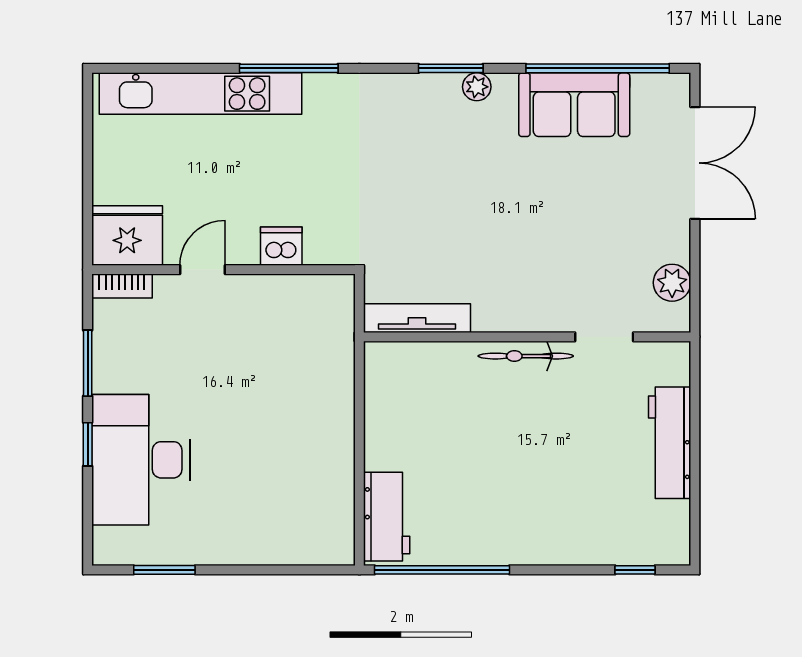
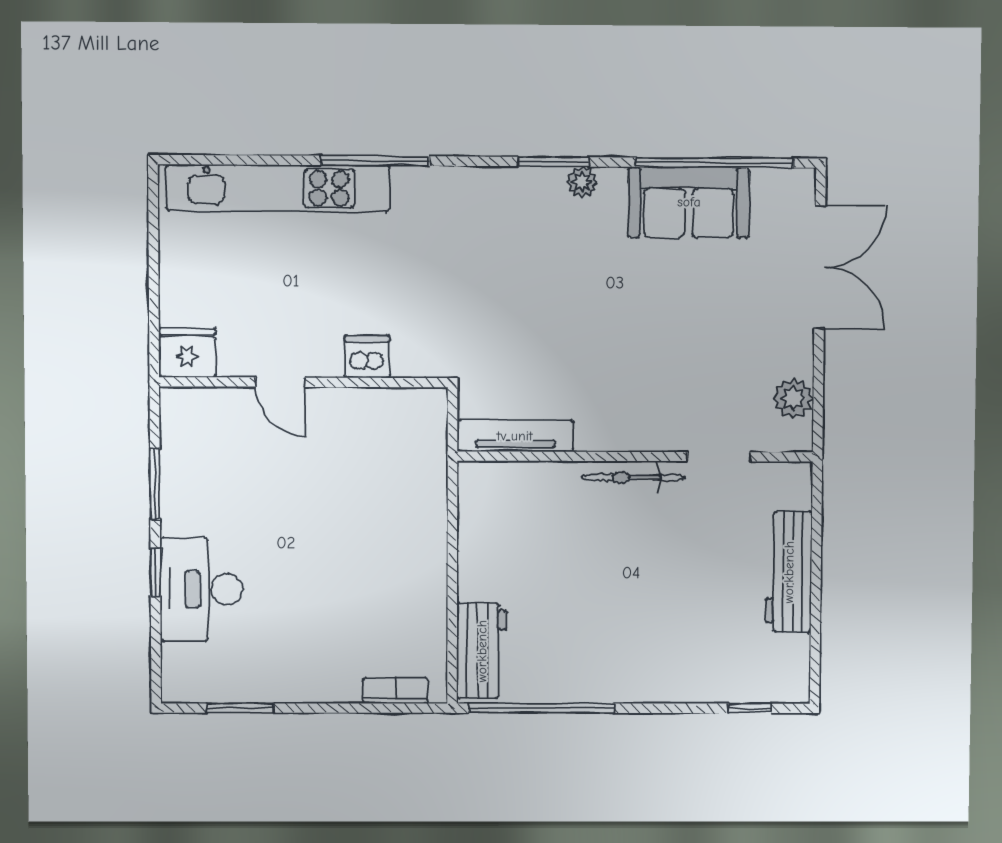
fridge: (127, 236) -> (187, 353), width x0.73, depth x0.75
door: (202, 270) -> (281, 382), swing flipped
bookcase: (122, 286) -> (395, 691), moved, turned 180
desk: (141, 460) -> (201, 589), width x0.73, depth x0.77

